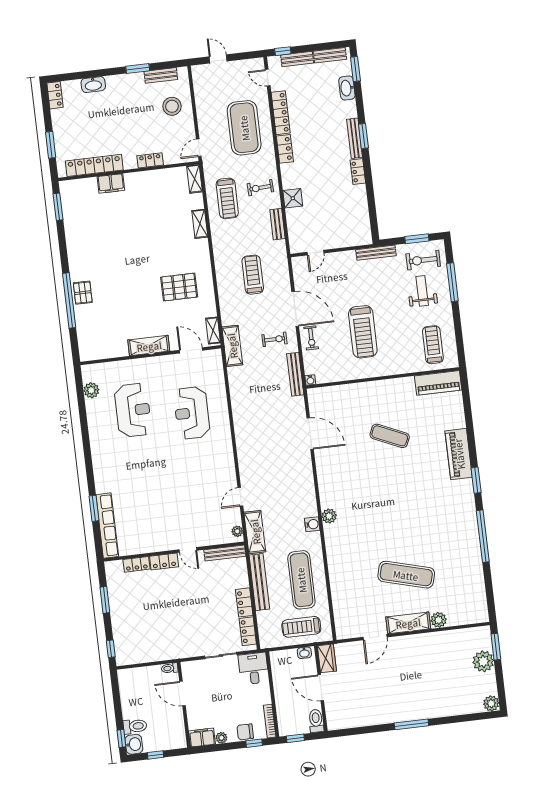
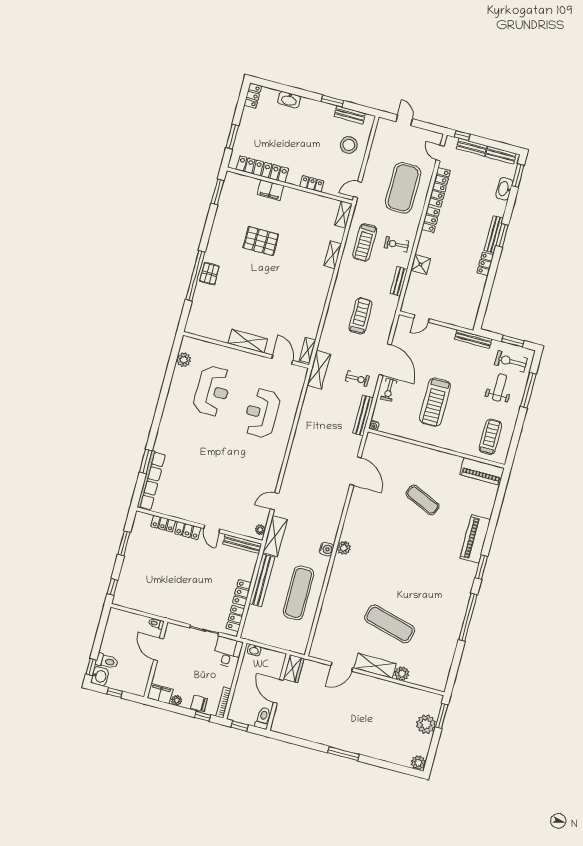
pallet: (179, 287) -> (261, 241), moved
treadmill: (301, 627) -> (282, 633), removed
washbasin: (304, 653) -> (254, 650), moved

